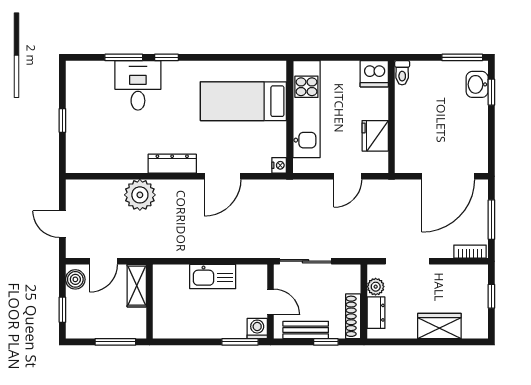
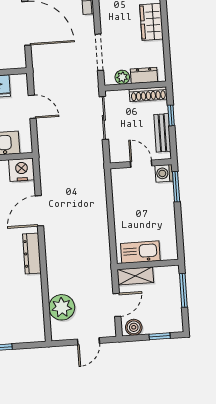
nightstand: (279, 165) -> (22, 170), width x1.89, depth x1.79
door: (223, 176) -> (39, 211), swing flipped
plant: (140, 195) -> (62, 307), moved
door: (104, 261) -> (117, 305), hinge flipped
sliding door: (305, 261) -> (104, 118), moved
kitchen sink: (213, 277) -> (140, 252), moved, turned -90
door: (271, 302) -> (141, 164), hinge flipped

